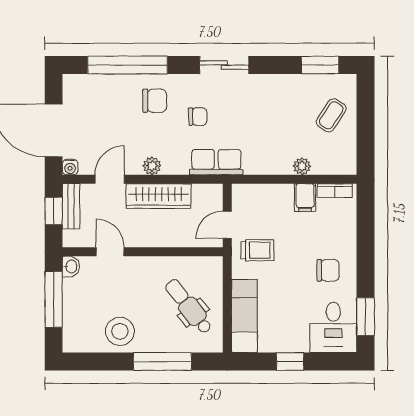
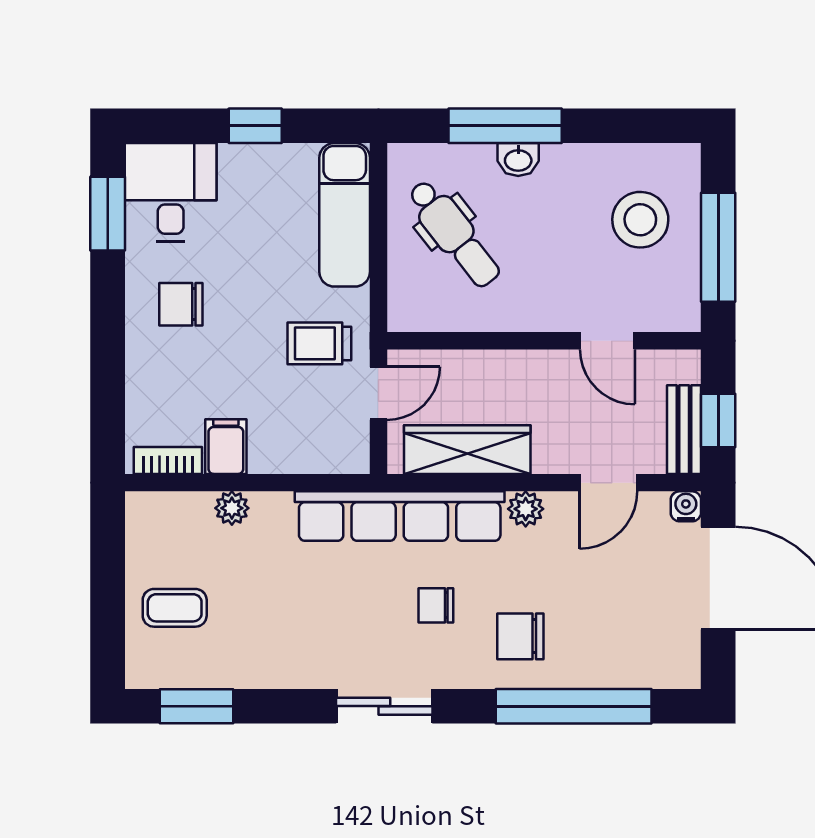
coffee table: (331, 115) -> (175, 608), turned 57
row of seats: (216, 162) -> (400, 516), width x2.02
wardrobe: (159, 196) -> (467, 450), moved
washbasin: (71, 267) -> (518, 160), moved, turned -90
stool: (120, 331) -> (640, 220), moved

